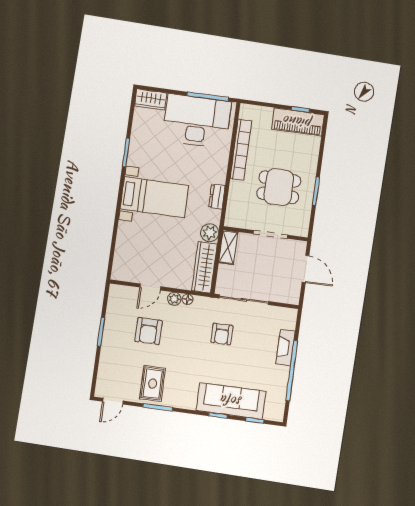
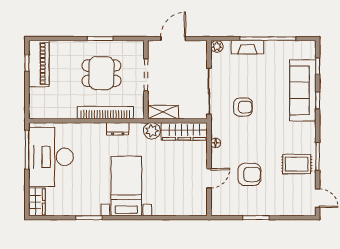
bookcase: (241, 150) -> (105, 113), moved
dining table: (279, 187) -> (101, 73), turned 90
door: (150, 287) -> (209, 178), hinge flipped
plant: (174, 299) -> (217, 46), moved

